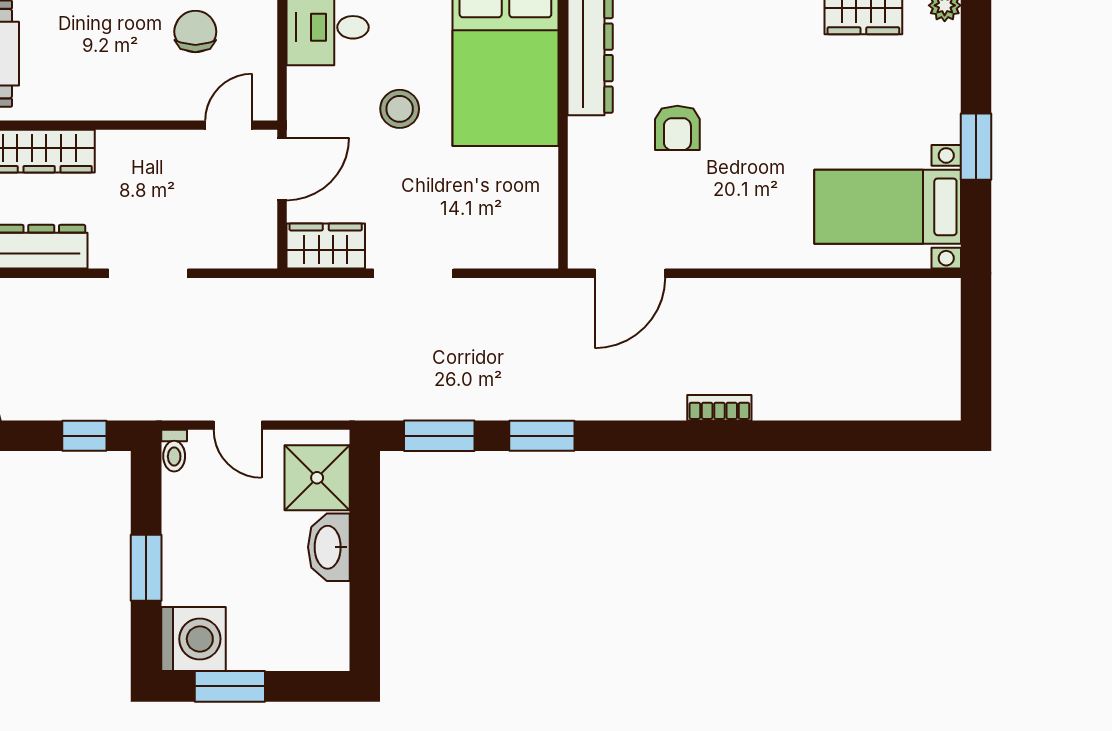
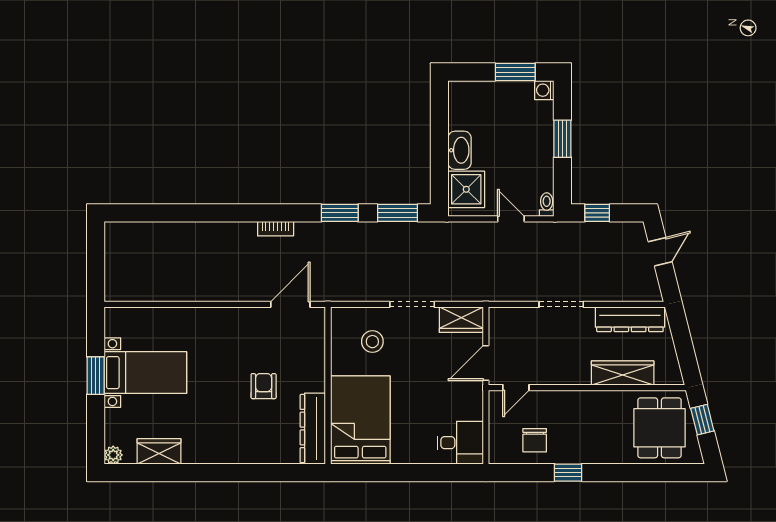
stool: (400, 109) -> (372, 342), moved
bed with nightstands: (888, 207) -> (145, 373), moved
bookcase: (719, 408) -> (276, 229), moved
washing machine: (193, 639) -> (544, 90), width x0.53, depth x0.53

